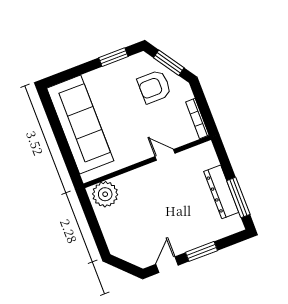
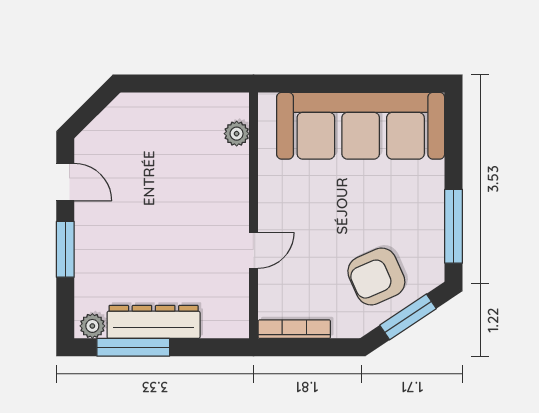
window: (113, 57) -> (454, 226), width x1.44
armchair: (154, 87) -> (376, 277), turned -114
plant: (105, 194) -> (237, 134), width x0.53, depth x0.53
plant: (235, 223) -> (92, 326), added

